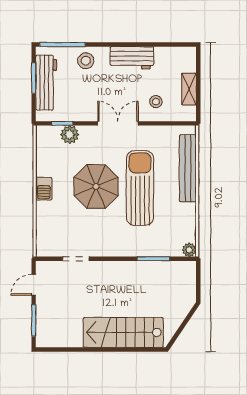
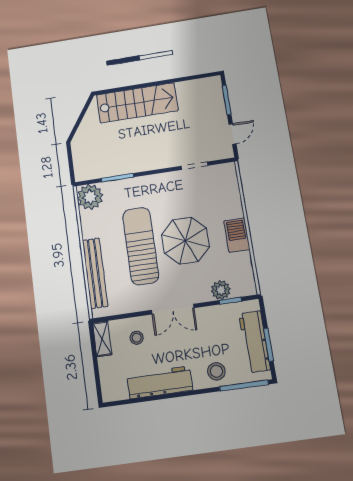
workbench: (132, 58) -> (160, 382), width x1.38
shelving: (189, 89) -> (102, 339), moved
sun lounger: (140, 188) -> (141, 246), turned 180
barbecue: (44, 189) -> (237, 235), width x1.38, depth x1.27
plant: (189, 250) -> (90, 197), width x1.88, depth x1.88

